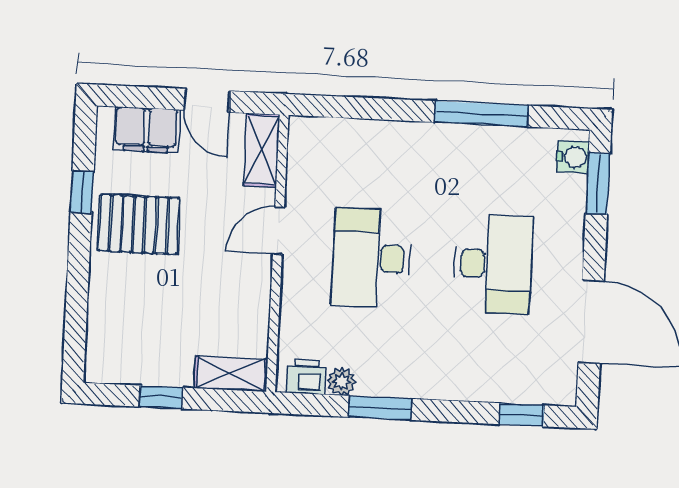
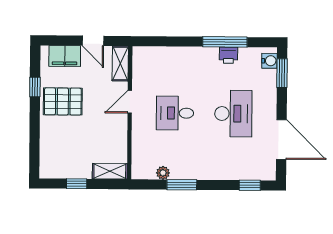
desk: (372, 258) -> (175, 113), width x0.73
printer: (306, 377) -> (228, 55), moved, turned 180

